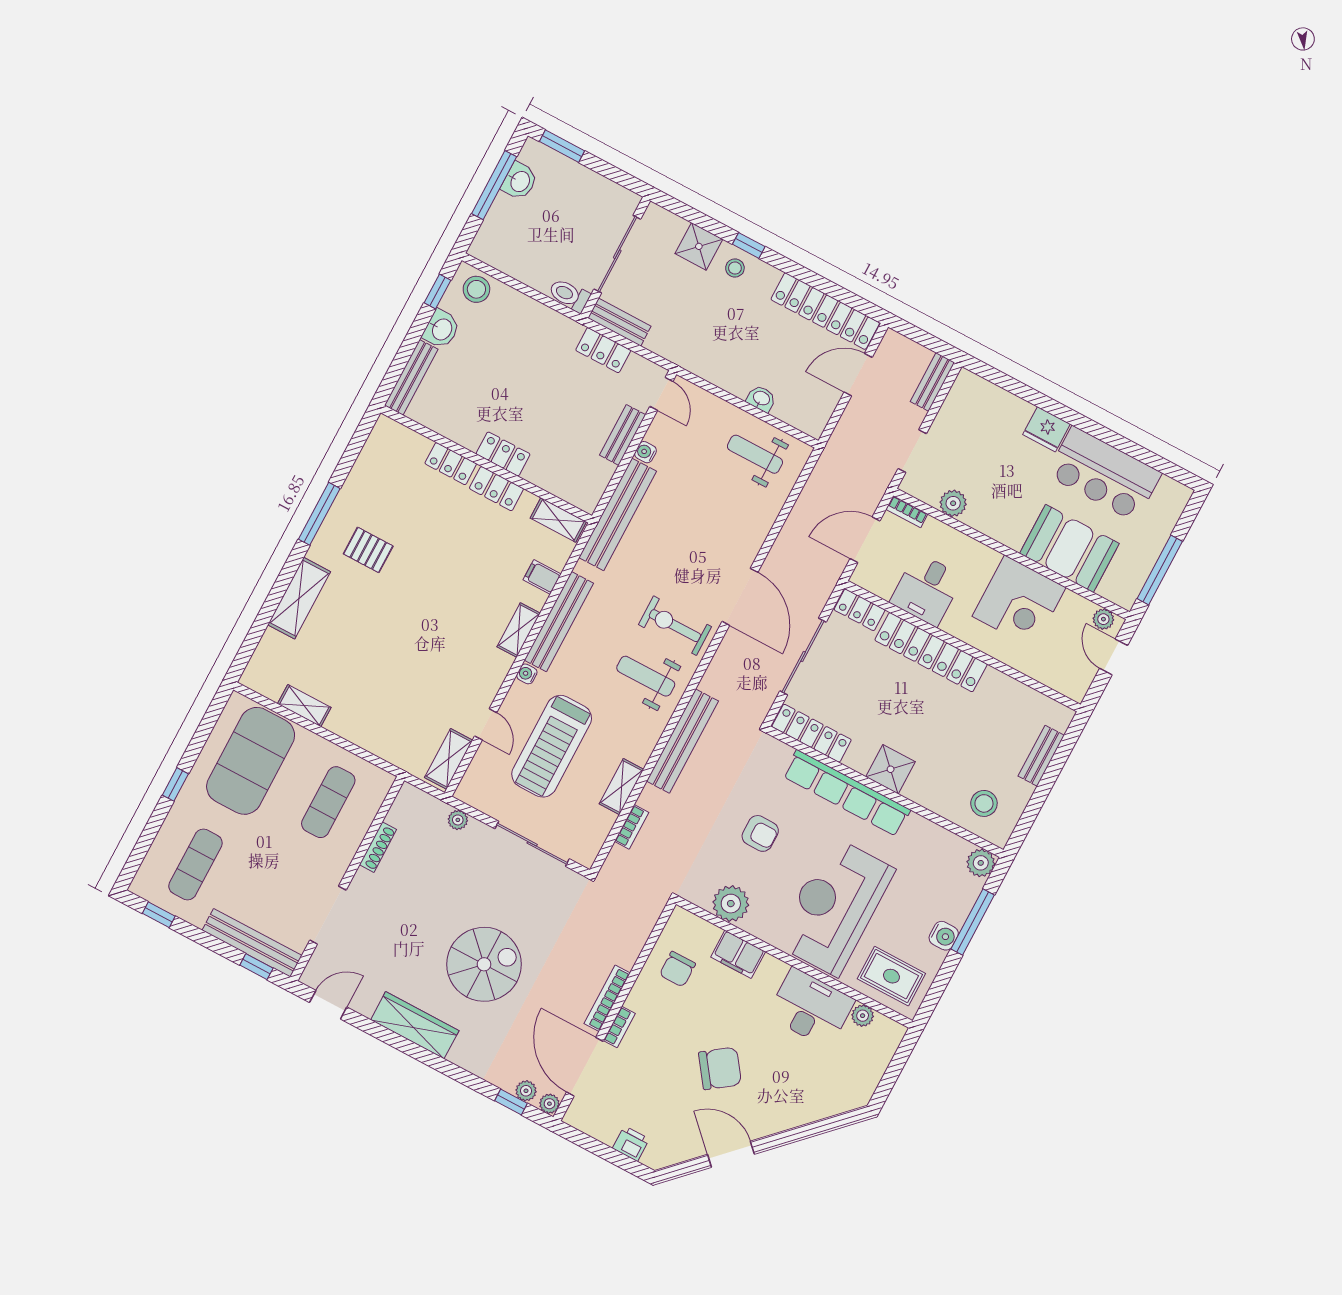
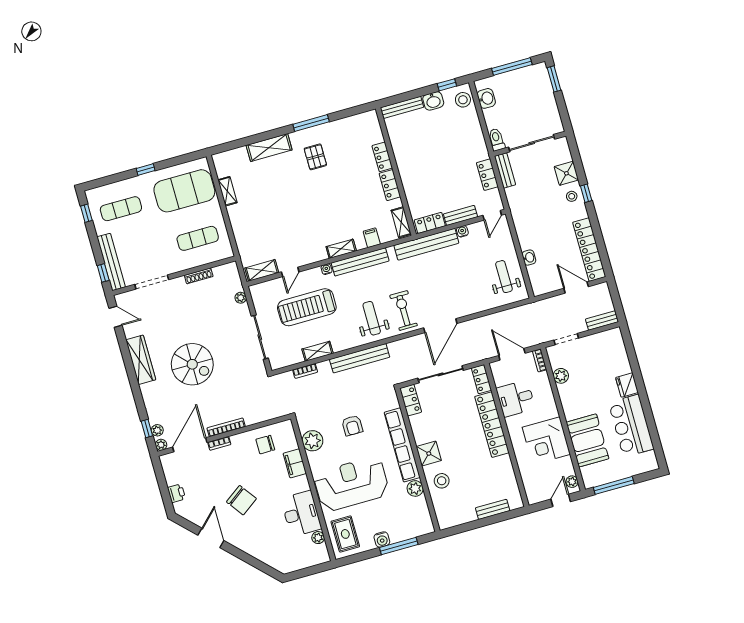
washbasin: (519, 181) -> (486, 98), moved, turned -90
locker: (503, 454) -> (430, 223), moved, turned -90
locker: (812, 733) -> (411, 400), width x0.66
stool: (984, 803) -> (442, 481), moved
plant: (981, 863) -> (415, 488), moved

